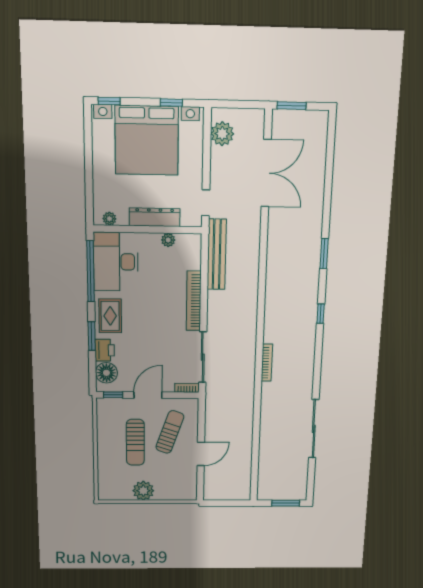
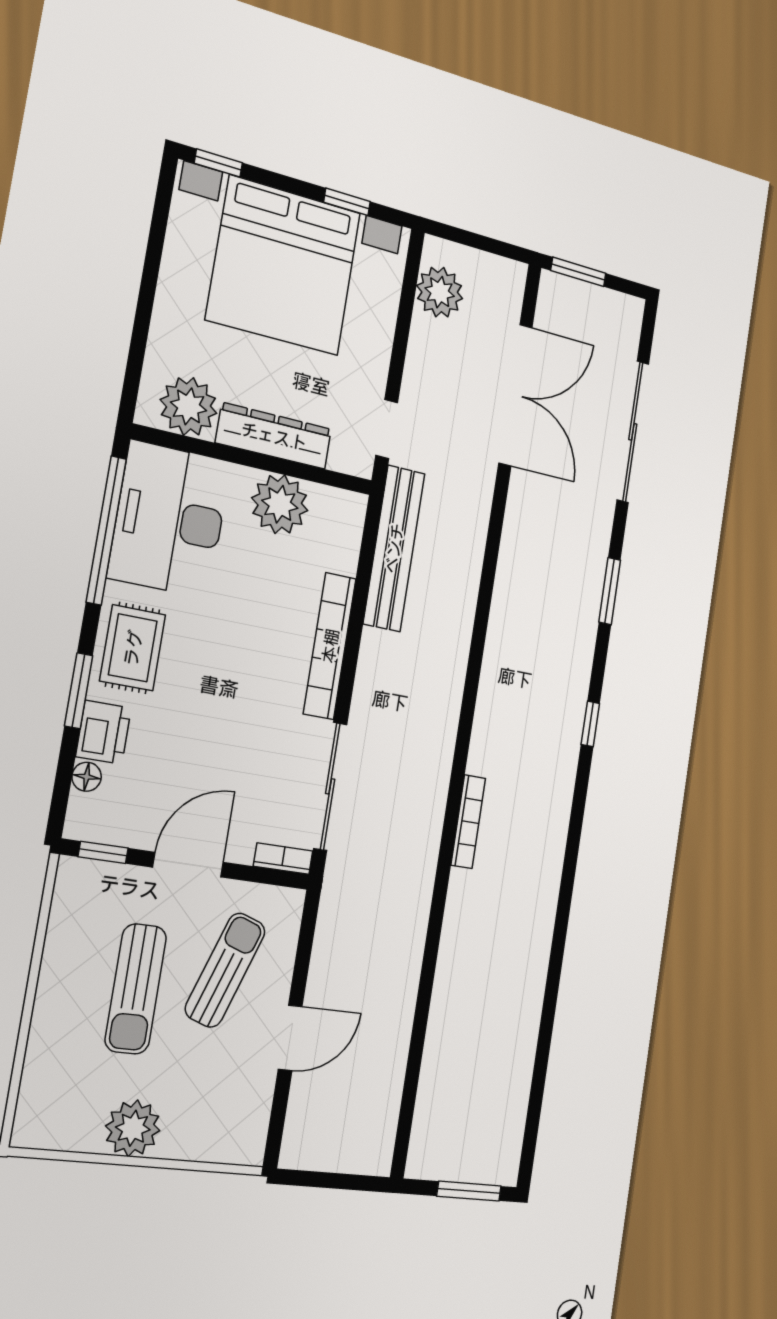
plant: (109, 219) -> (189, 406), width x1.88, depth x1.88
plant: (168, 240) -> (280, 504), width x1.87, depth x1.87
floor lamp: (106, 373) -> (87, 777), width x0.53, depth x0.53
sliding door: (314, 429) -> (633, 432), moved

